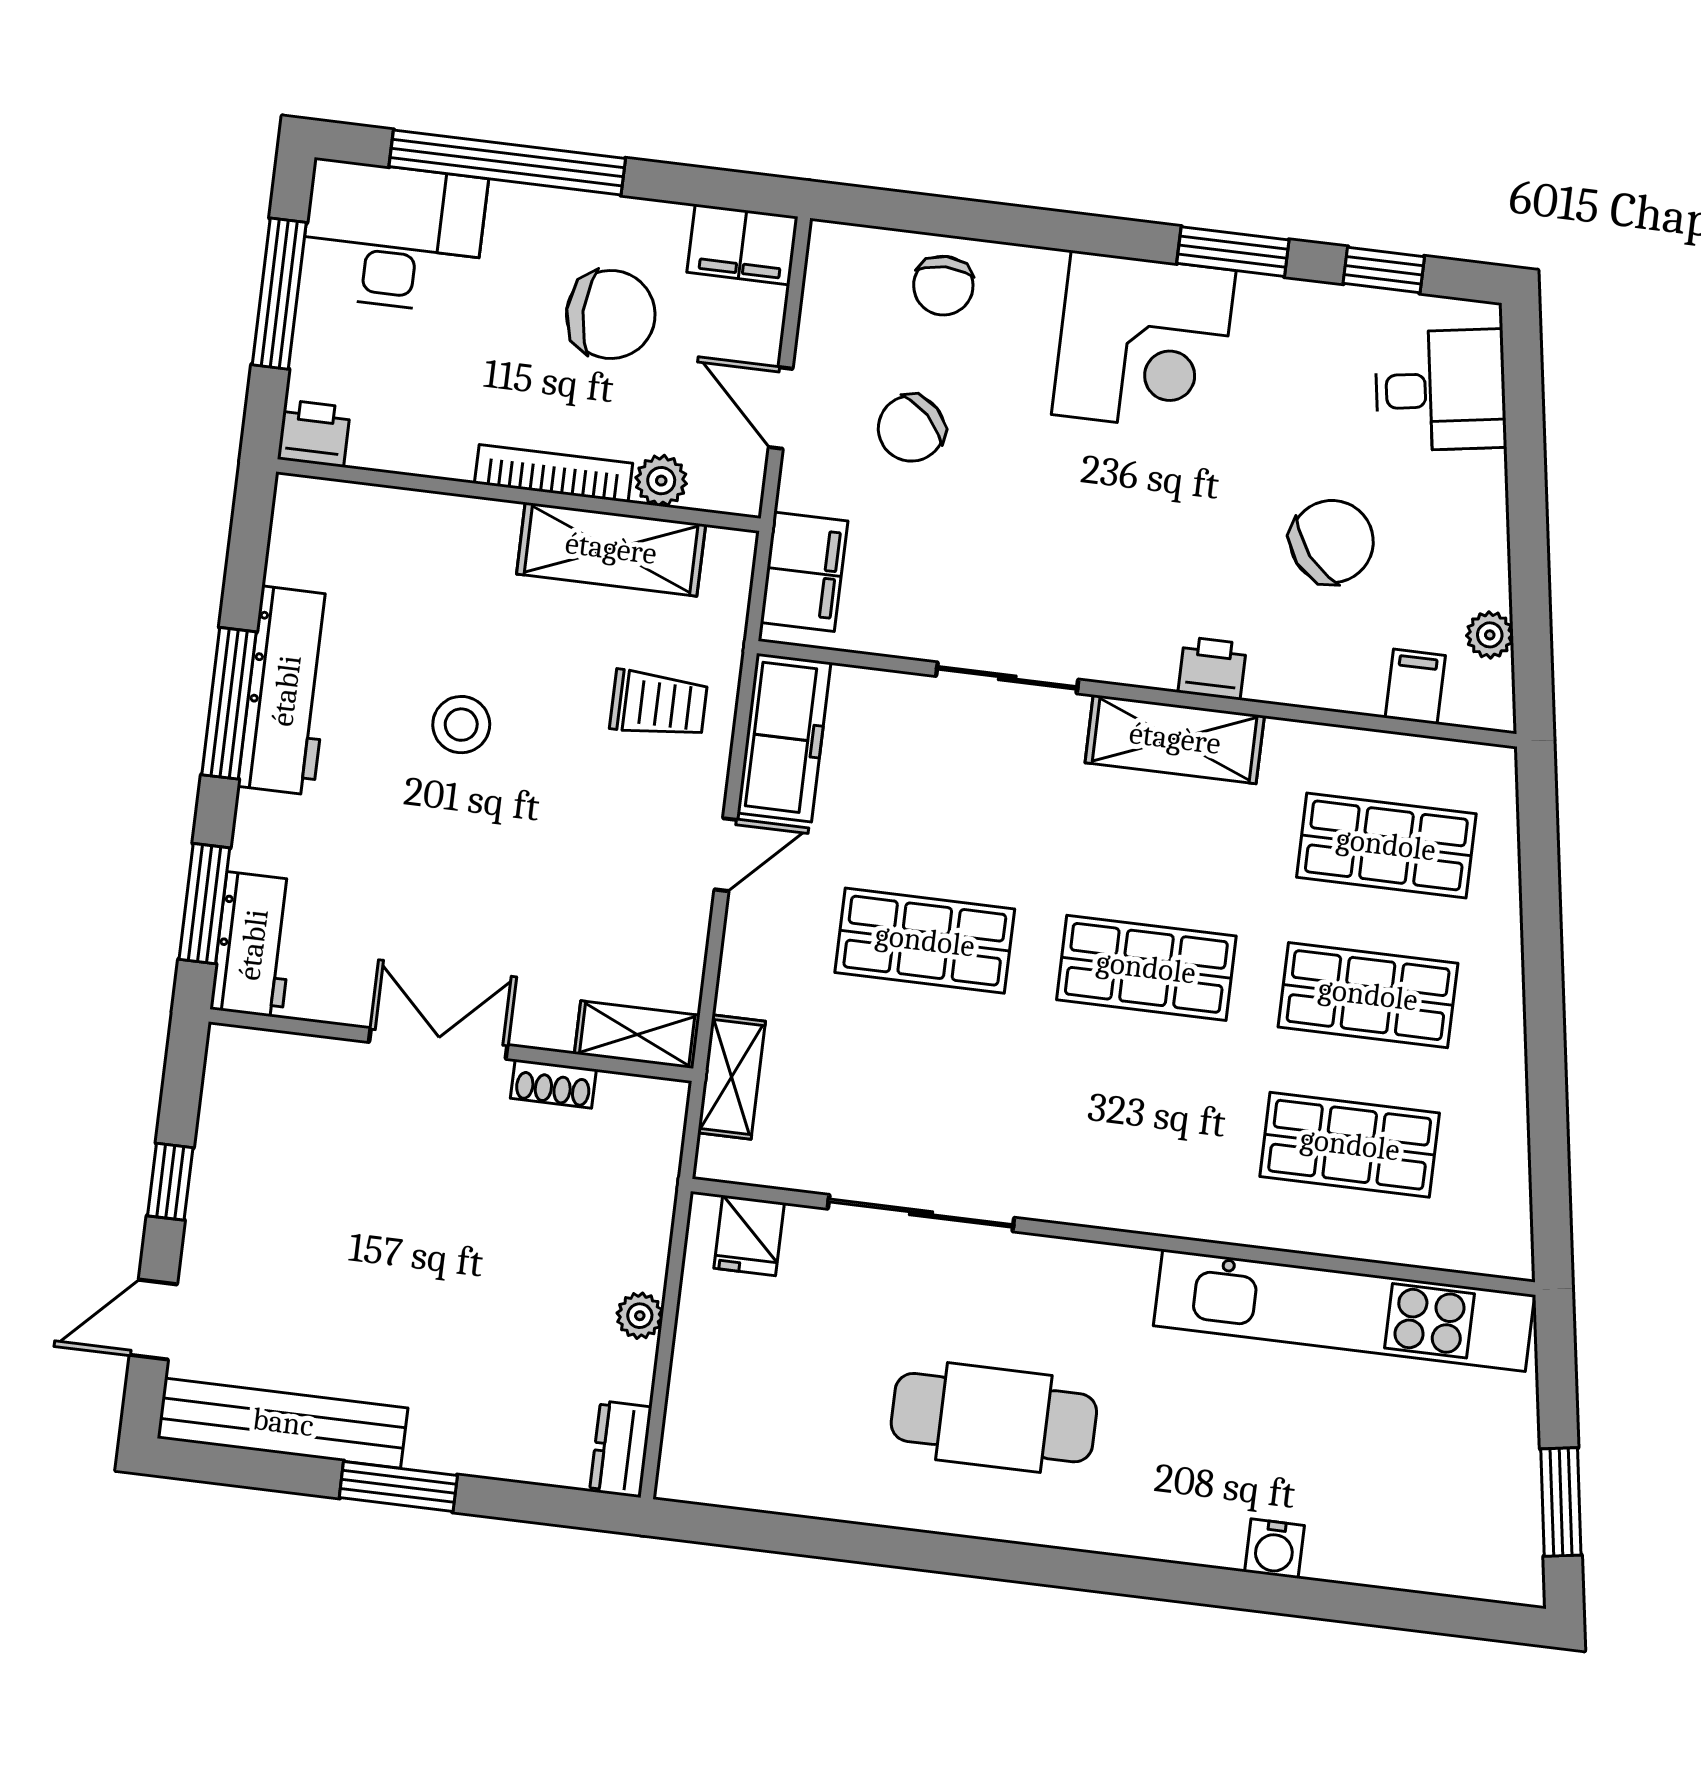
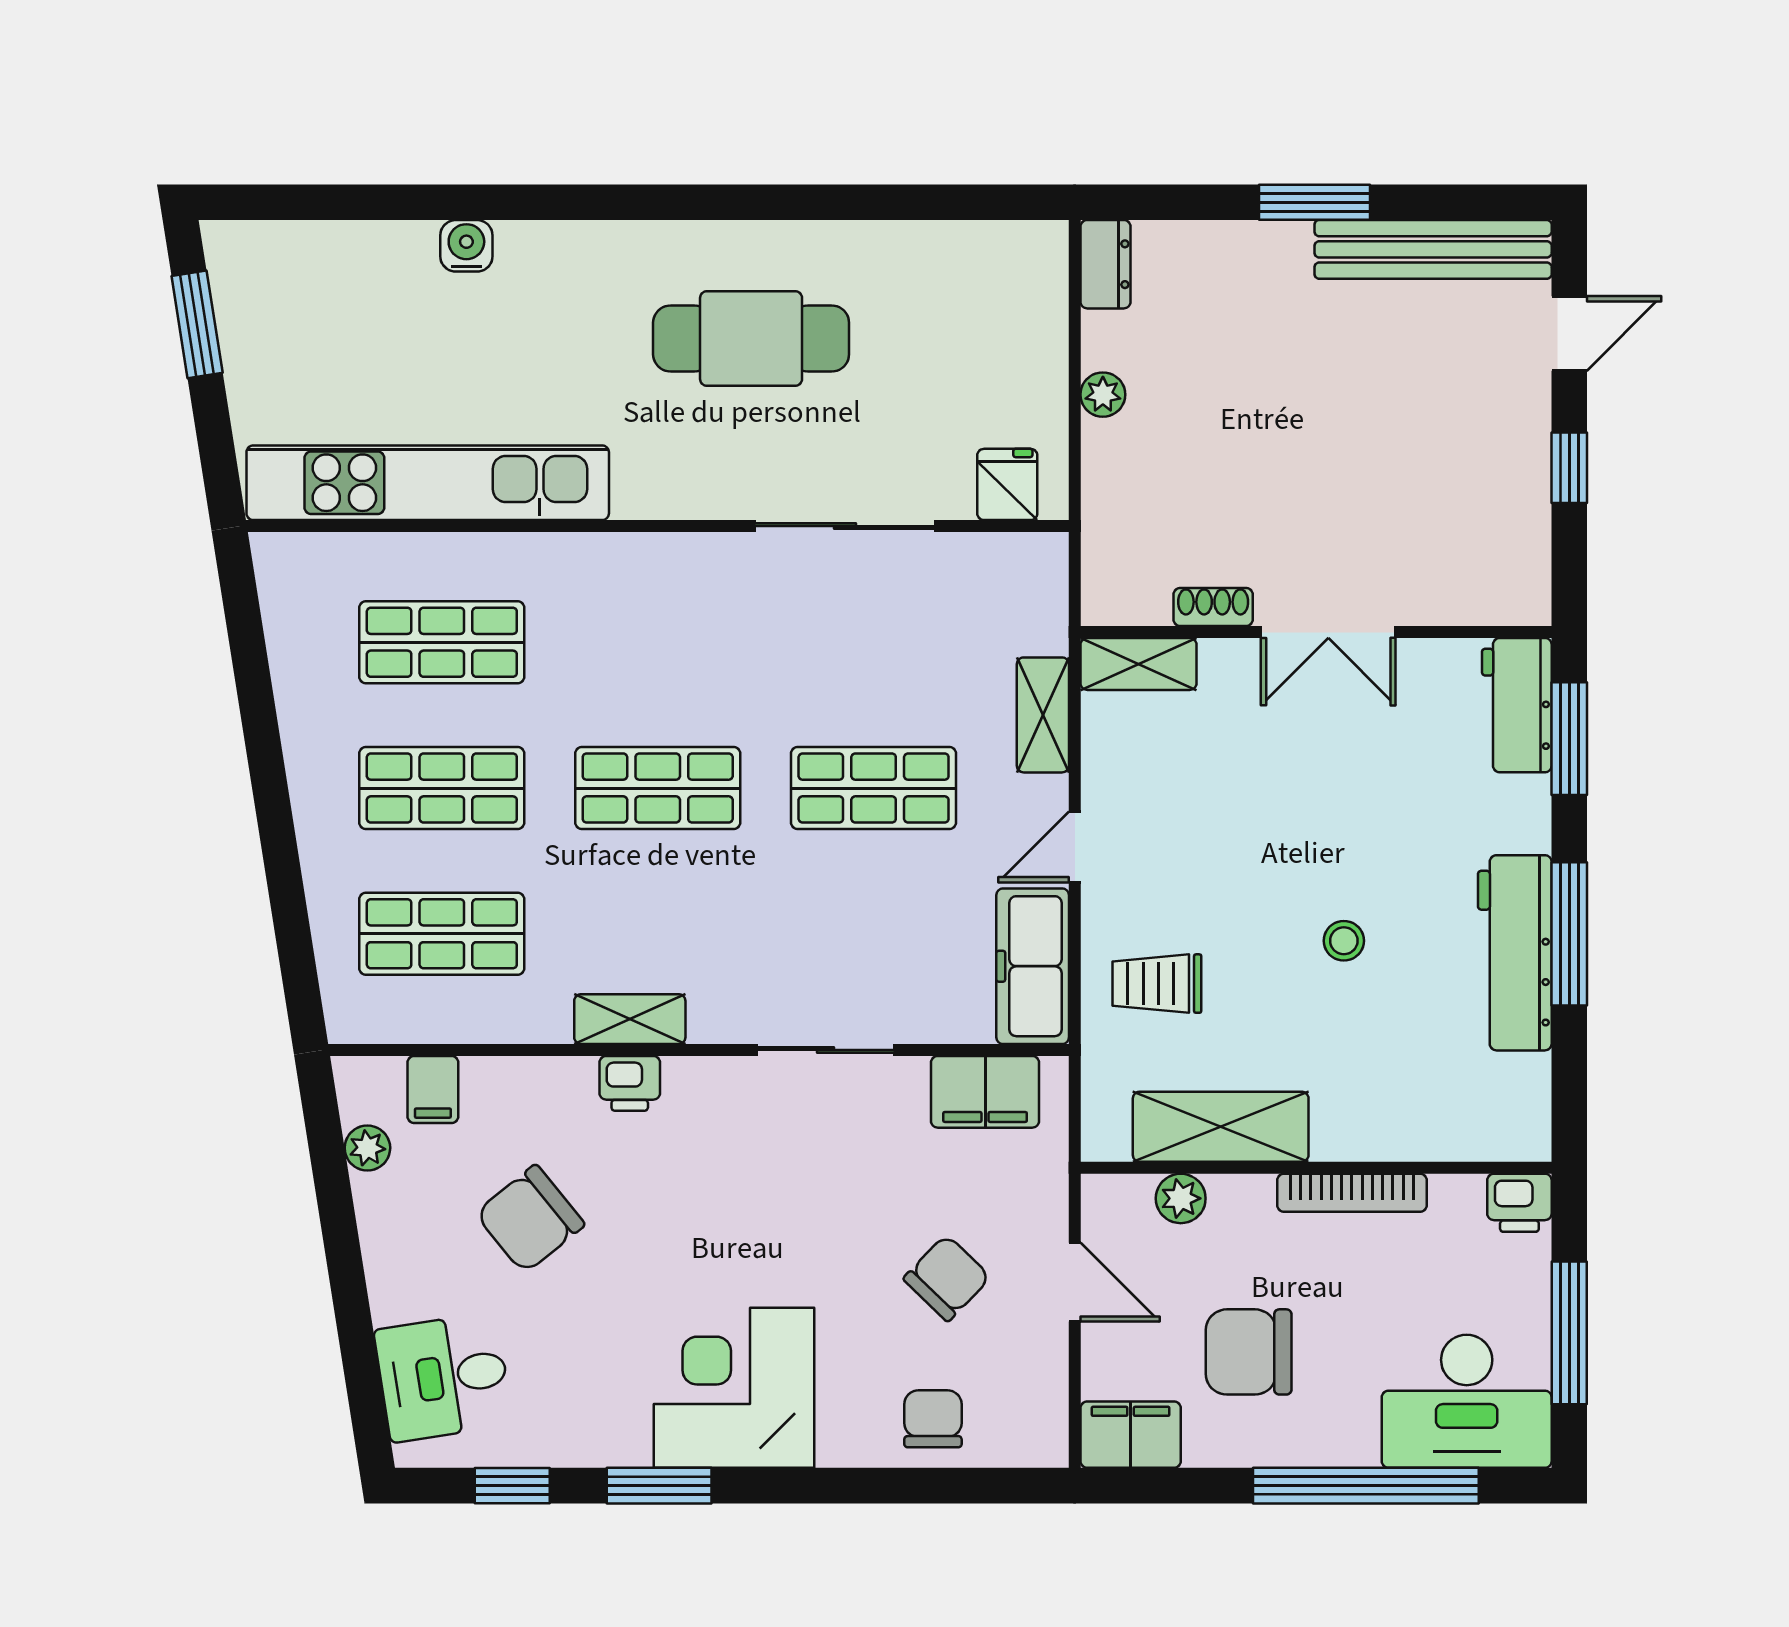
bookcase: (554, 473) -> (1352, 1193), moved
filing cabinet: (804, 572) -> (985, 1092), moved, turned -90
stool: (461, 725) -> (1344, 941), width x0.73, depth x0.73
shelving: (1175, 739) -> (630, 1019), width x0.67, depth x0.75
shelving: (732, 1077) -> (1043, 715), moved

